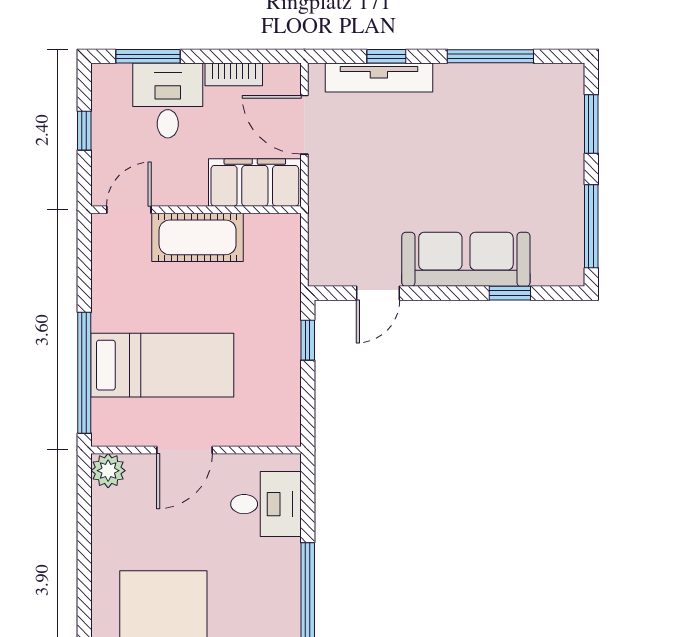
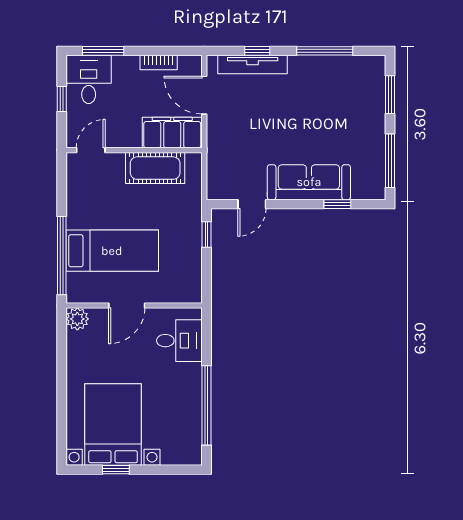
desk: (168, 101) -> (89, 79), moved
cot: (198, 237) -> (155, 168), moved

